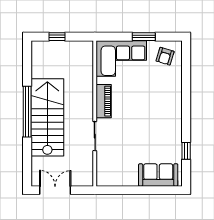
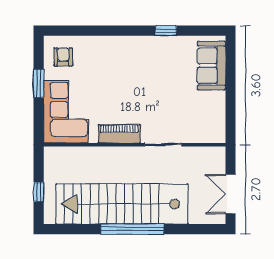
armchair: (165, 56) -> (63, 57), turned -107
stairs: (47, 117) -> (122, 204), width x1.36
window: (186, 151) -> (166, 31), moved

